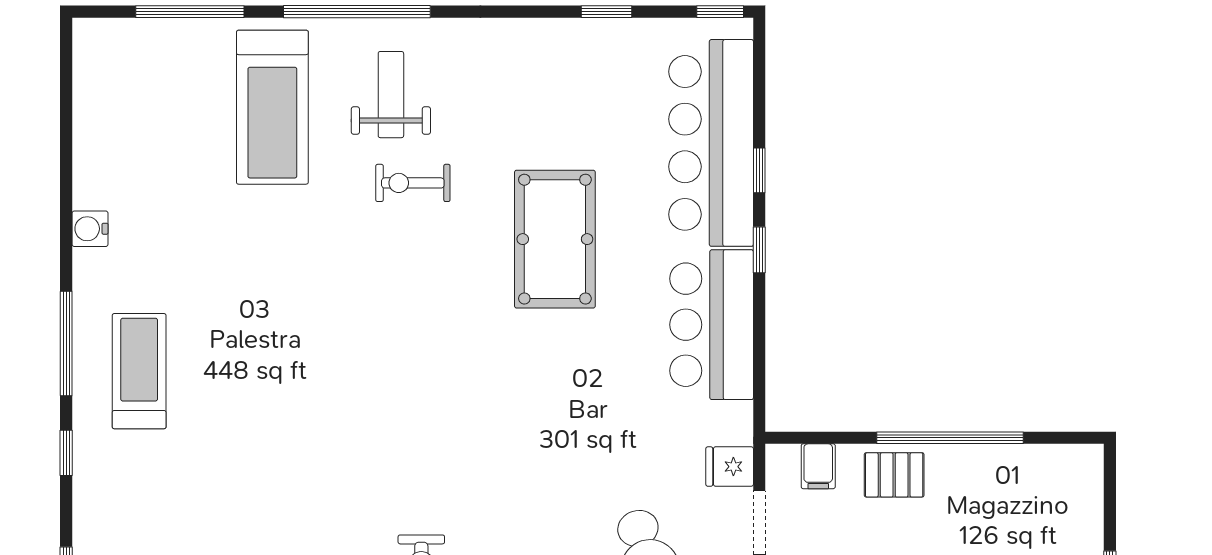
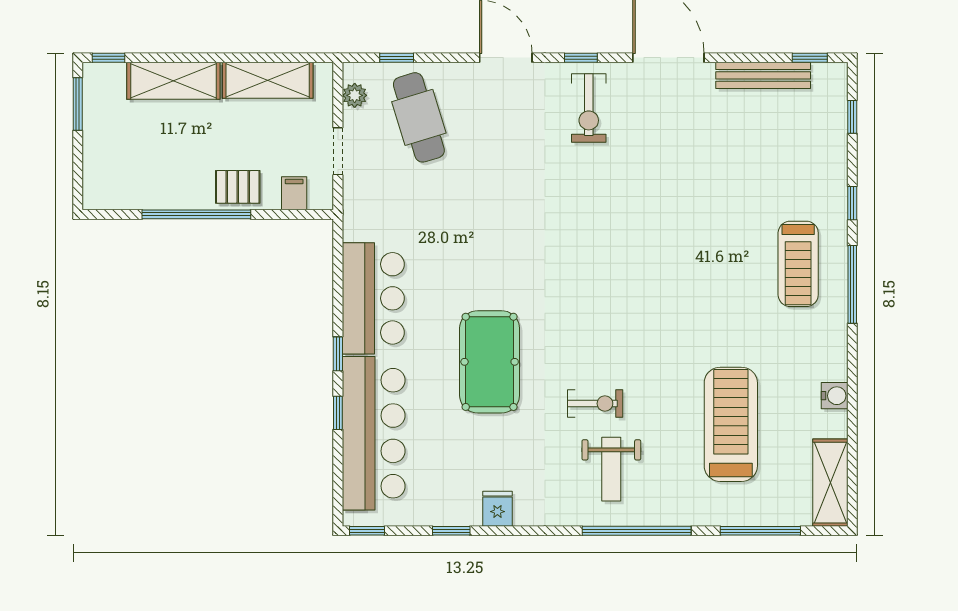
shelving: (96, 76) -> (830, 483), added
treadmill: (272, 107) -> (731, 424), moved
water cooler: (90, 229) -> (835, 396), moved
fridge: (730, 467) -> (497, 509), moved, turned -90

